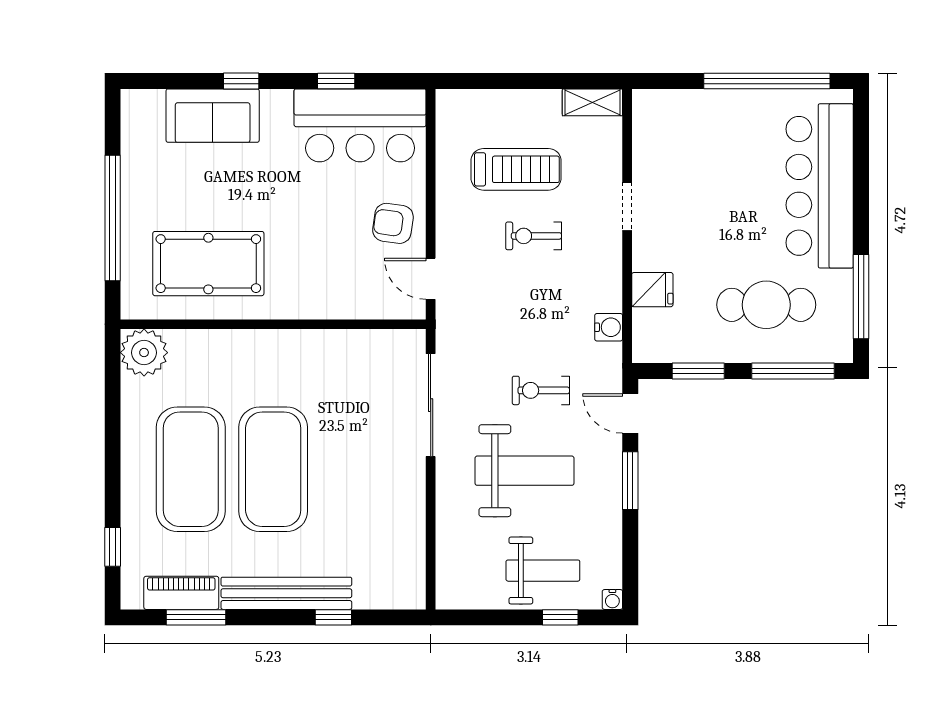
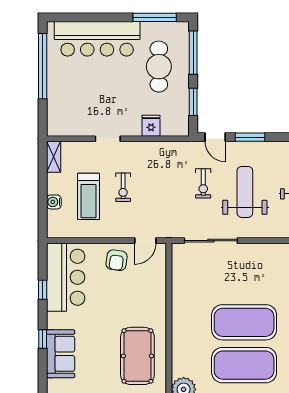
treadmill: (516, 169) -> (89, 196), turned 180
water cooler: (609, 327) -> (54, 202), moved, turned -90
door: (630, 413) -> (215, 137), hinge flipped

